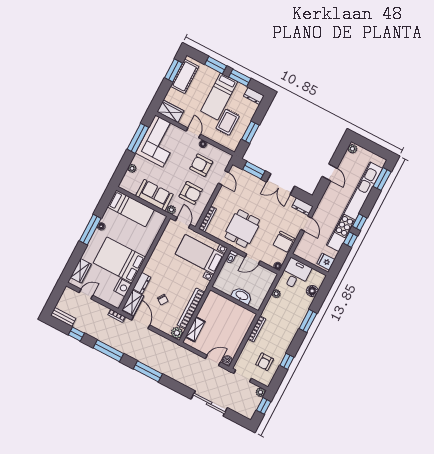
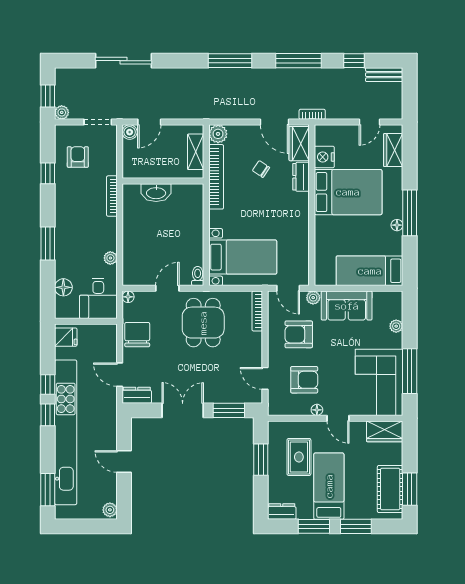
washbasin: (242, 296) -> (156, 193), moved
wall: (234, 300) -> (163, 181), moved

